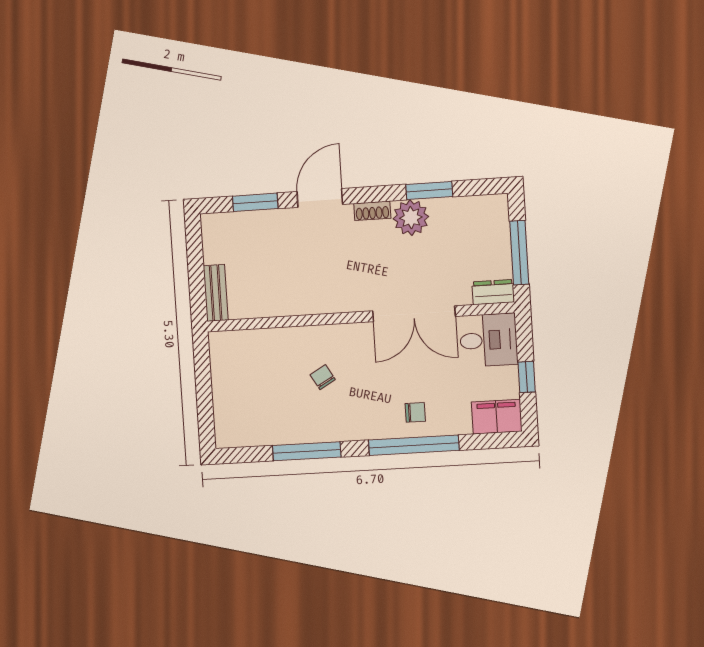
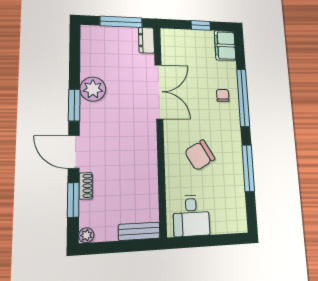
window: (429, 191) -> (74, 105), moved
shoe rack: (372, 211) -> (86, 186), moved
plant: (210, 223) -> (86, 235), added
desk: (489, 340) -> (191, 216), moved, turned 180
chair: (323, 377) -> (200, 155), width x1.87, depth x1.87

